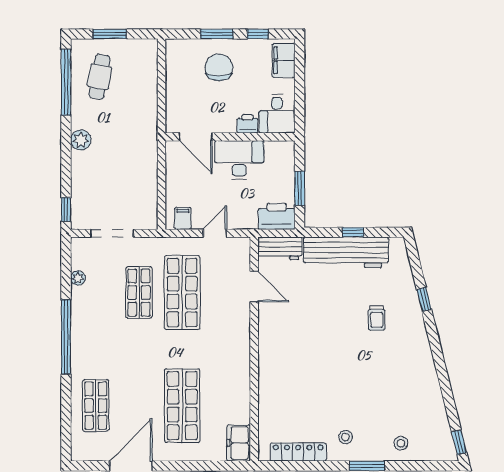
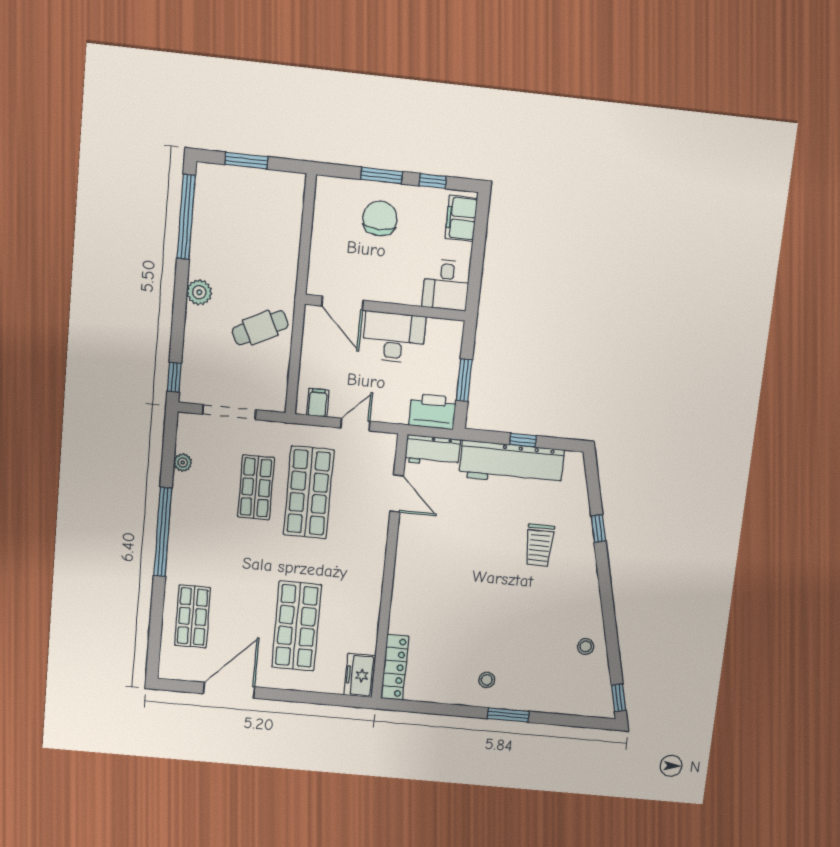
cafe table: (100, 77) -> (260, 328), moved, turned 54
printer: (247, 124) -> (408, 294), removed
trolley: (377, 318) -> (539, 545), width x1.36, depth x1.39
stool: (401, 443) -> (586, 646), moved
locker: (298, 452) -> (395, 667), moved, turned 90

